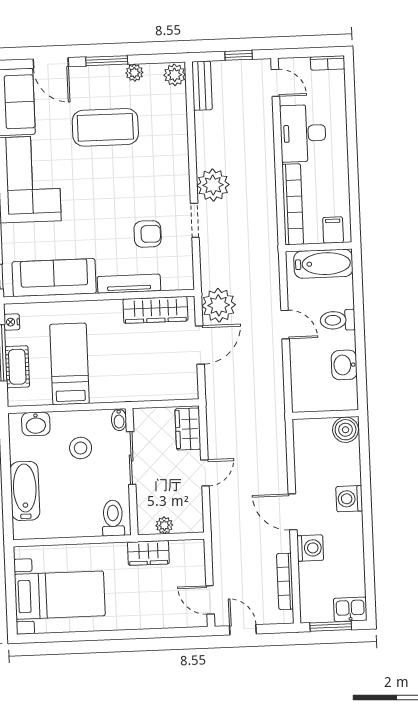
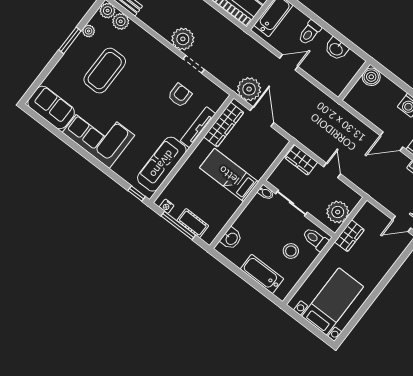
door: (51, 63) -> (46, 71), removed
plant: (175, 100) -> (121, 21), added
bed: (69, 364) -> (229, 175), moved
stool: (81, 448) -> (291, 251), moved
plant: (164, 525) -> (338, 212), width x1.88, depth x1.88

